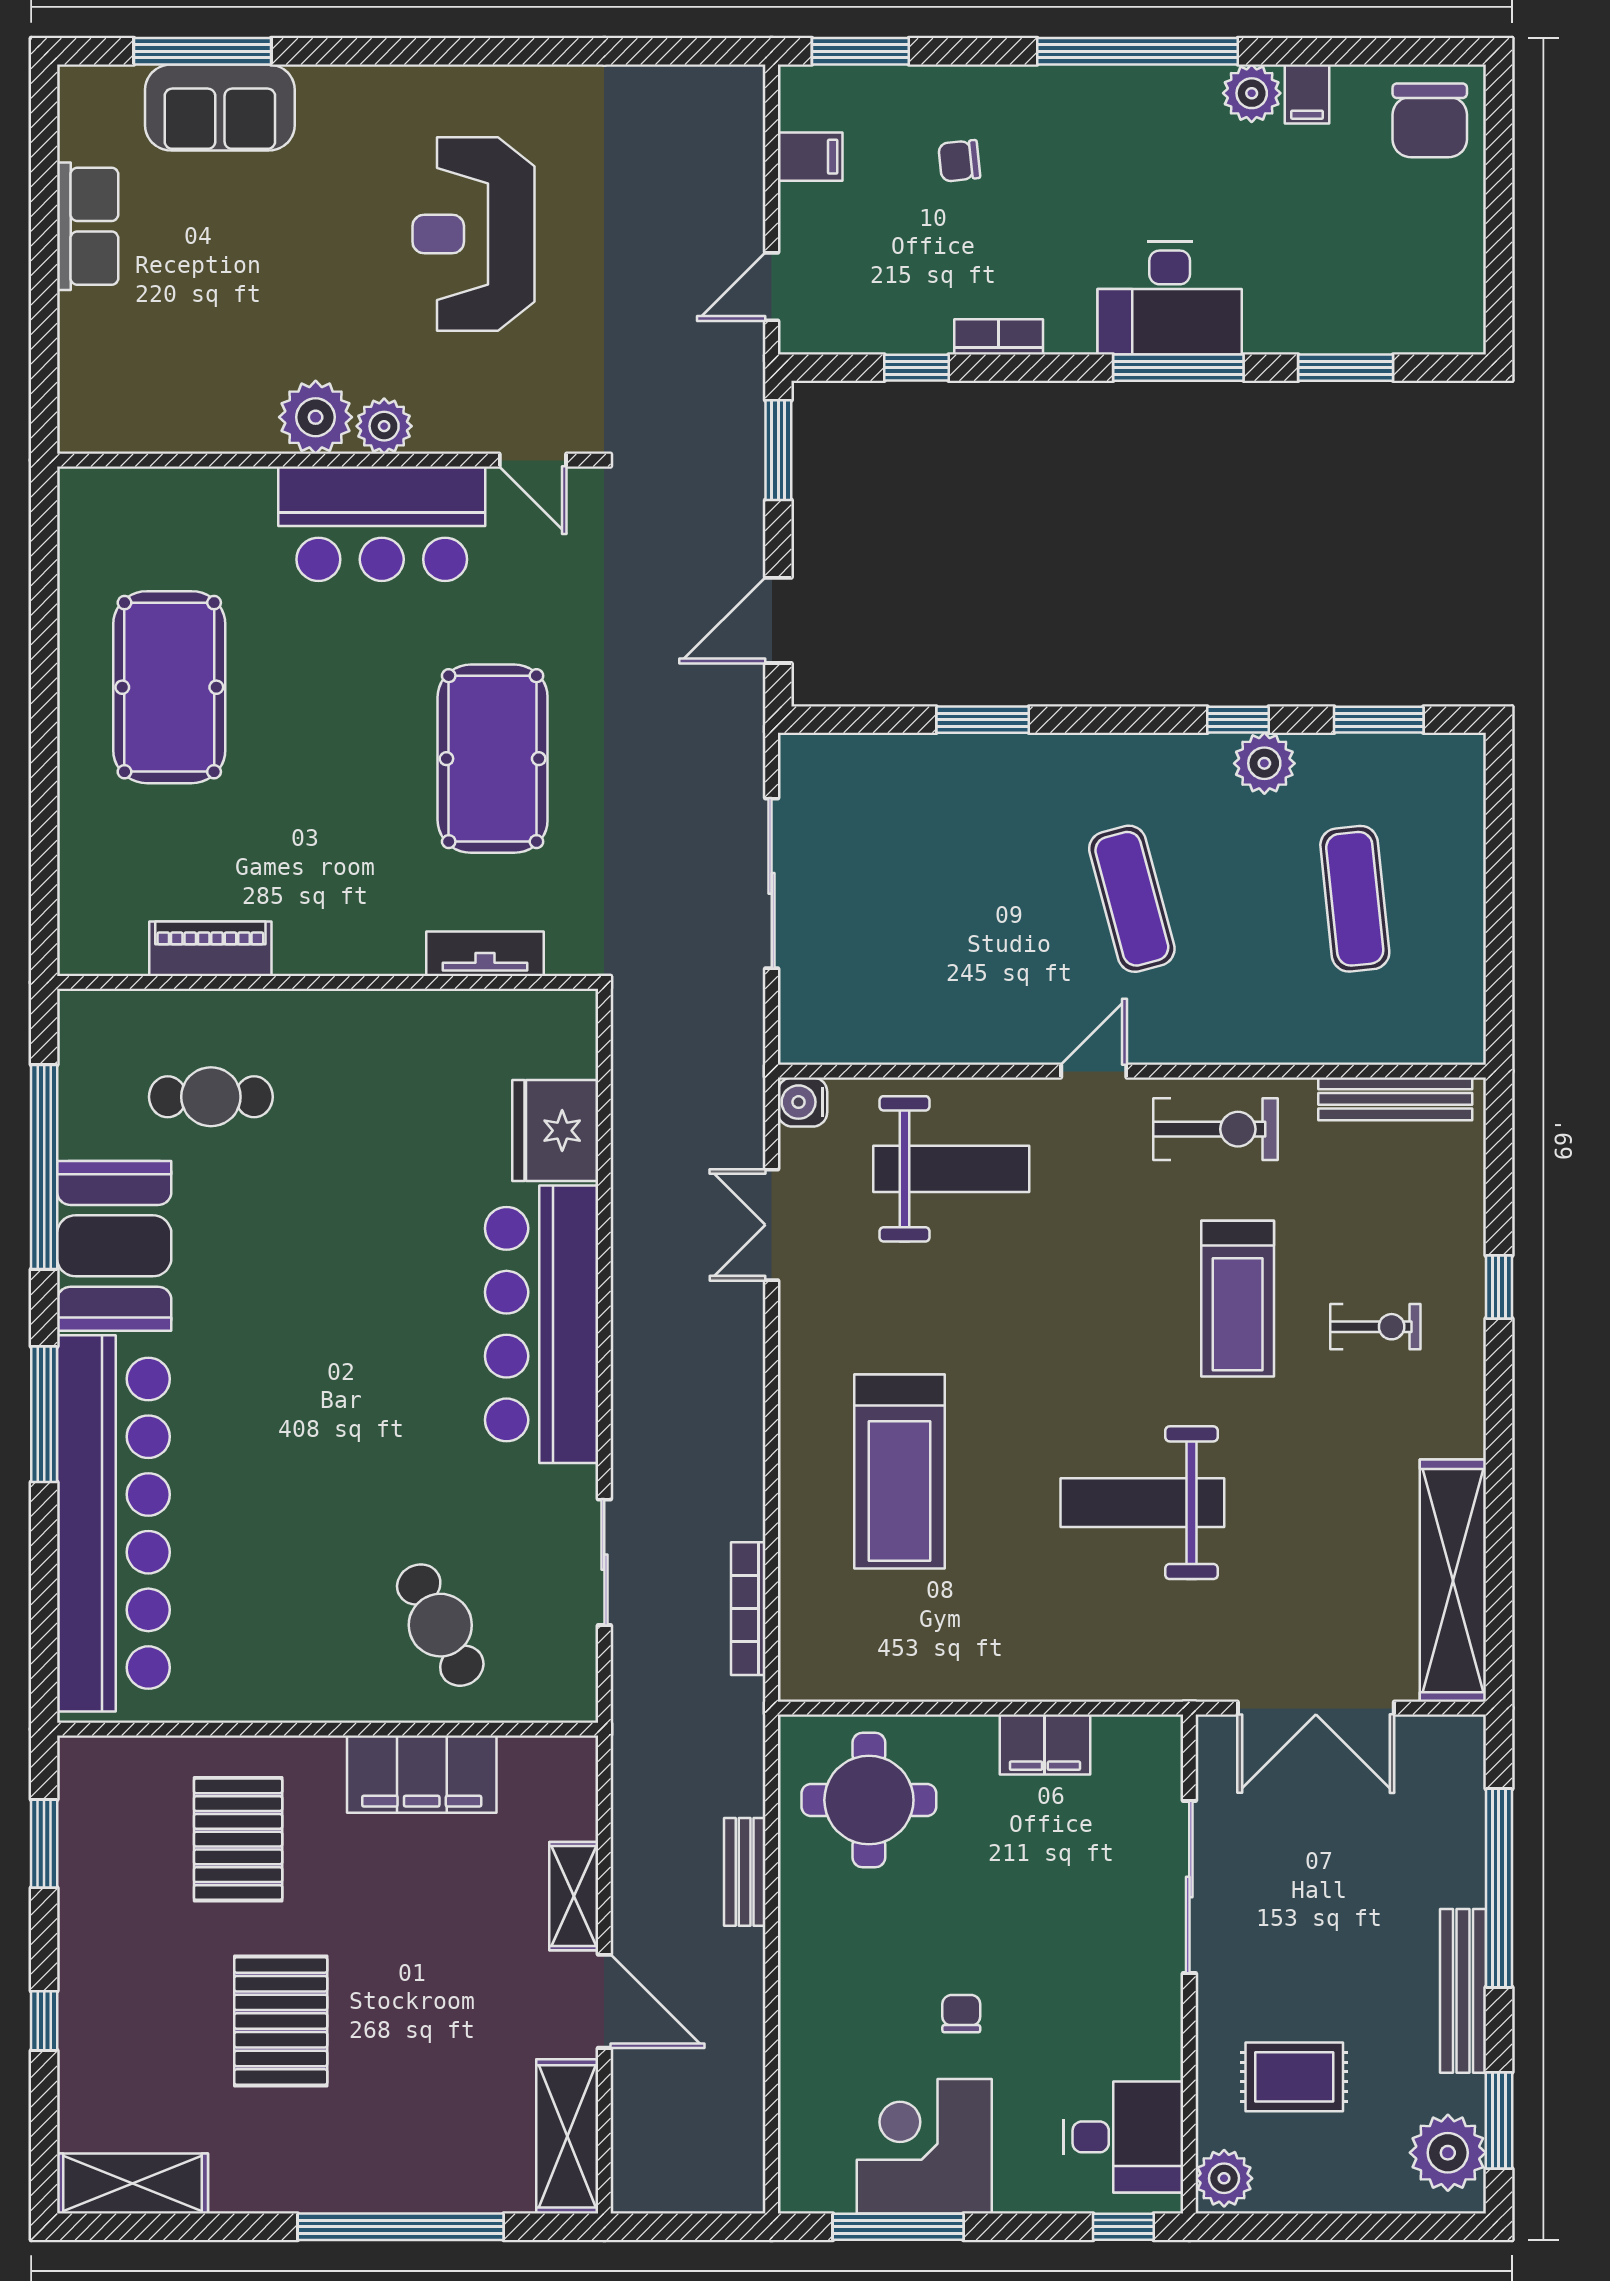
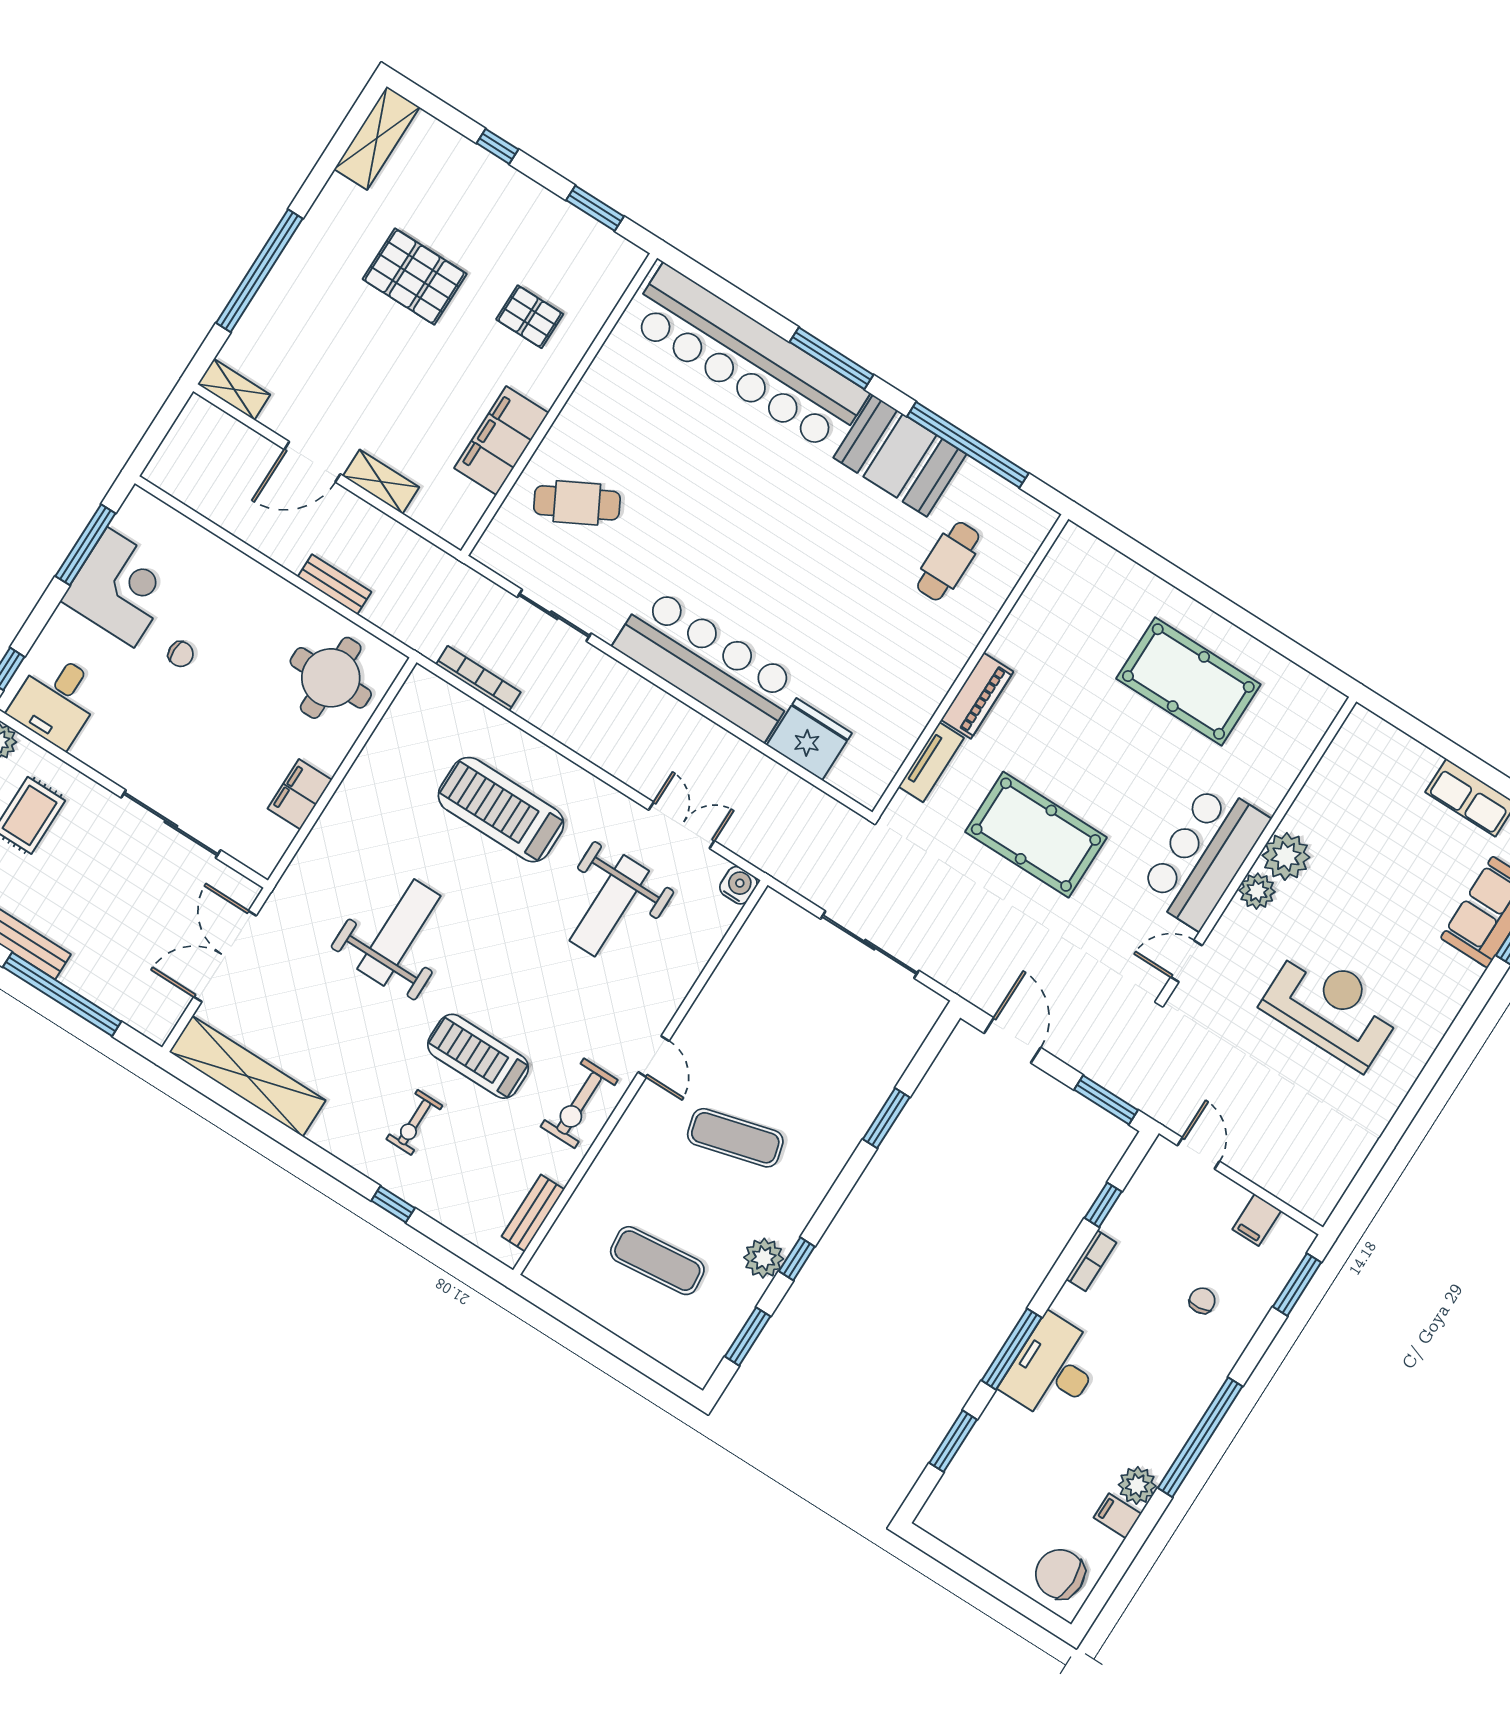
piano: (210, 949) -> (977, 696), moved
bench: (1395, 1099) -> (533, 1213), width x0.73
weight bench: (951, 1169) -> (609, 906), moved
pallet: (238, 1839) -> (530, 317), width x0.67, depth x0.71
shelving: (567, 2136) -> (234, 389), width x0.67, depth x0.75

